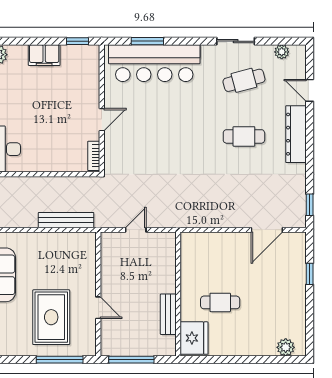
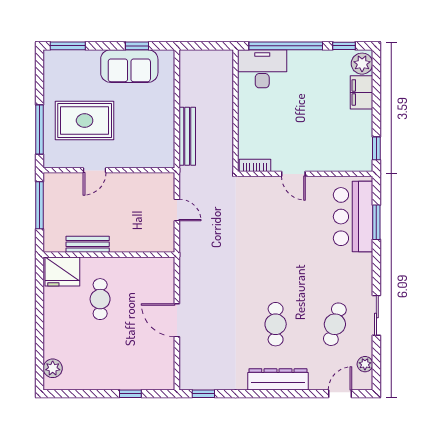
filing cabinet: (44, 55) -> (362, 92), moved
bar counter: (154, 63) -> (353, 217), width x0.73
cafe table: (244, 80) -> (335, 324), turned 30
door: (310, 90) -> (340, 394), moved
door: (267, 230) -> (177, 320), moved

